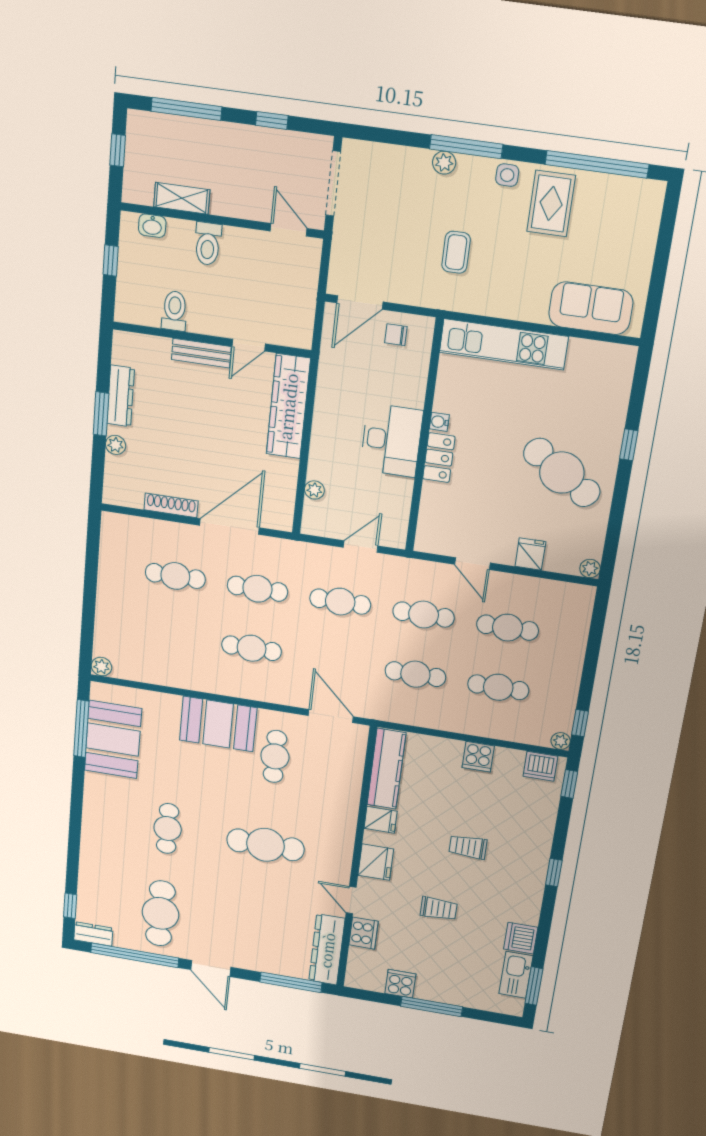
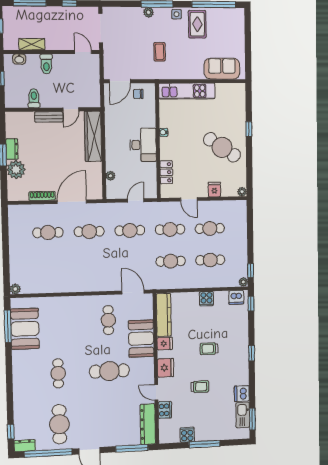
dresser: (121, 396) -> (12, 149), width x0.70
plant: (116, 445) -> (16, 170), width x1.87, depth x1.87
locker: (439, 458) -> (166, 172), moved
cafe table: (252, 648) -> (90, 264), removed
booth: (218, 724) -> (141, 339), moved, turned 90

